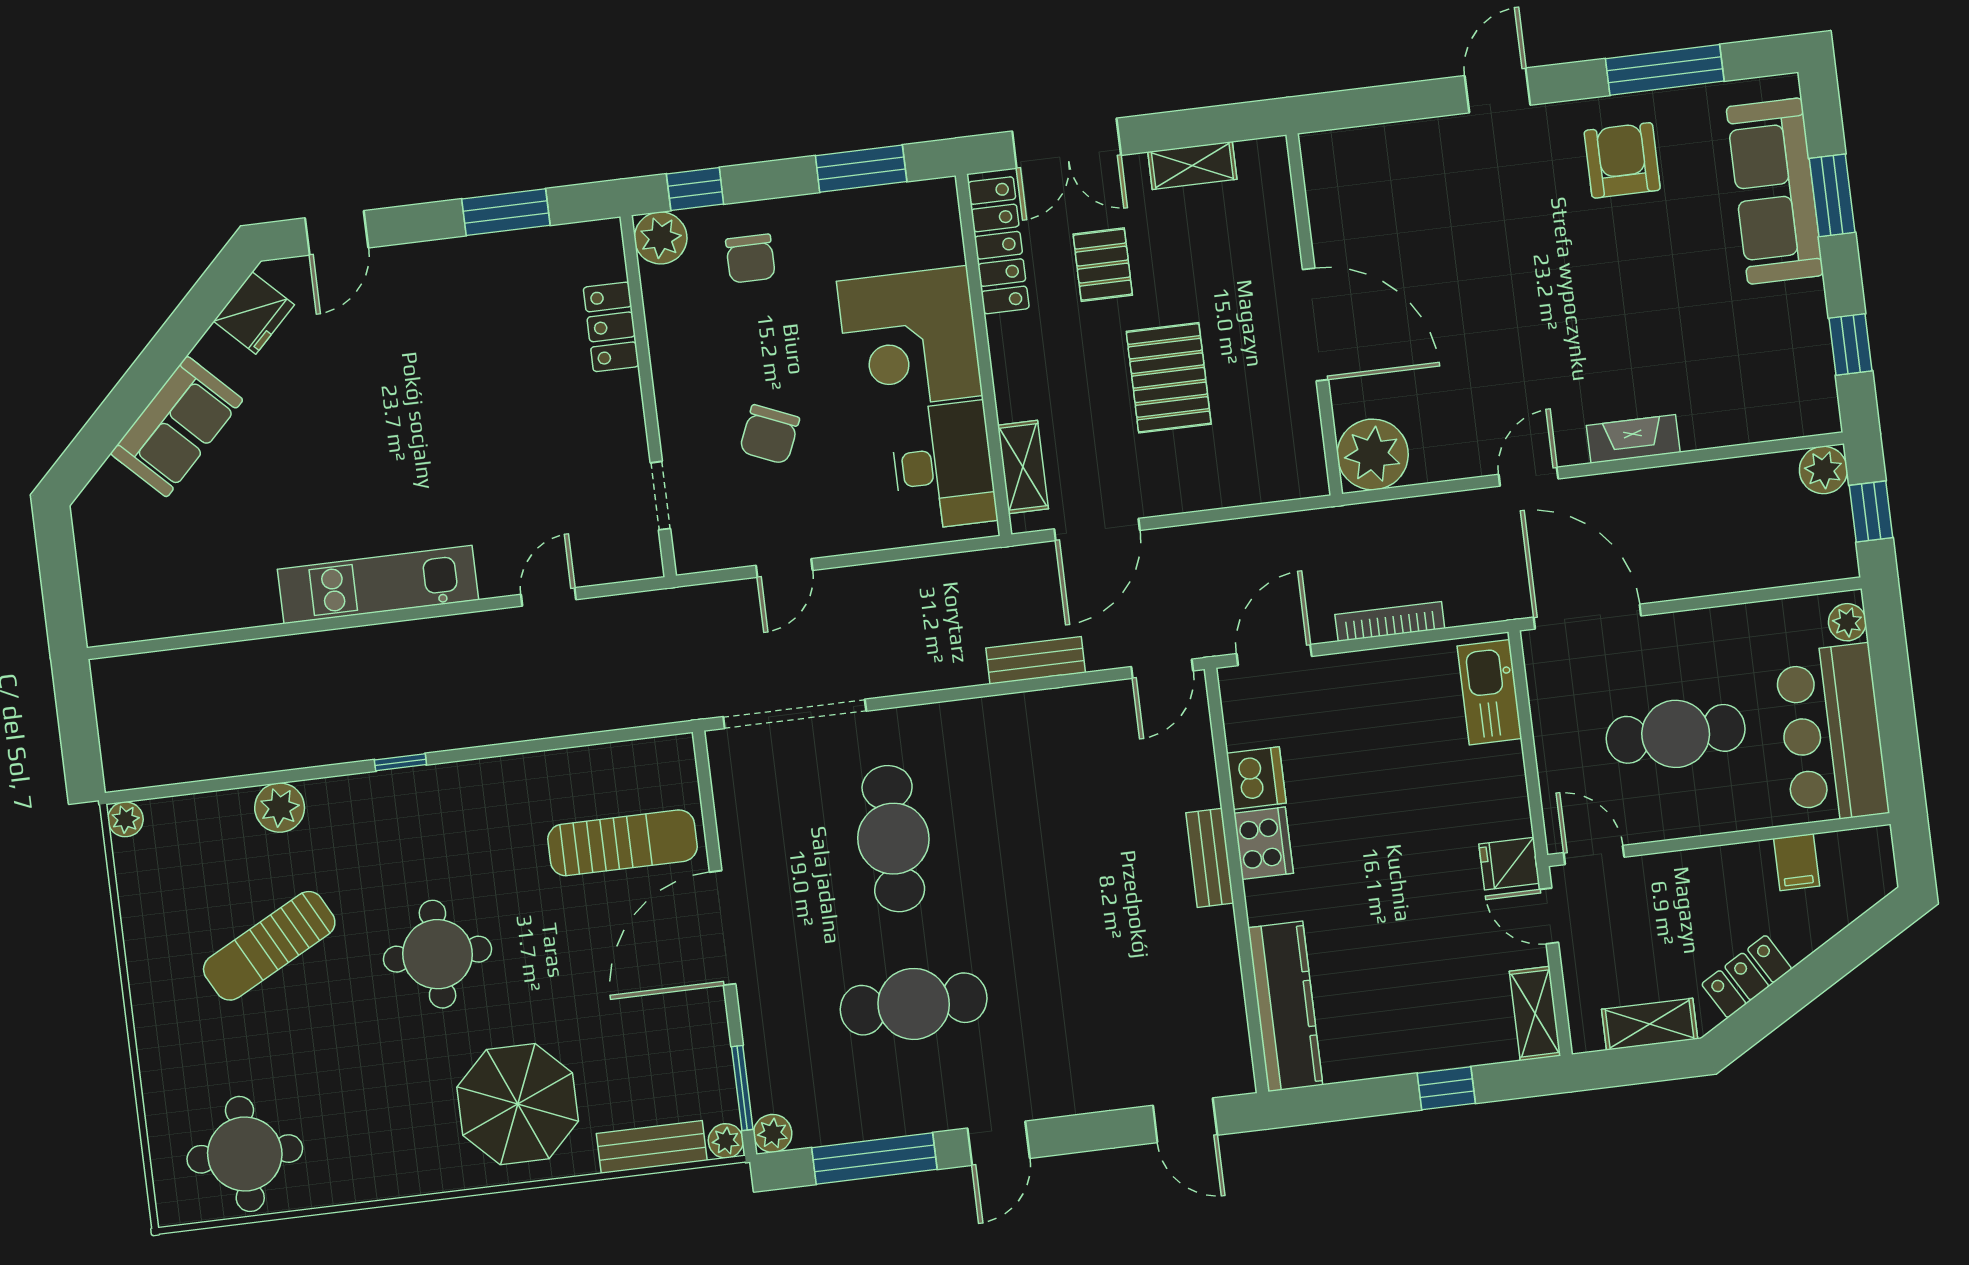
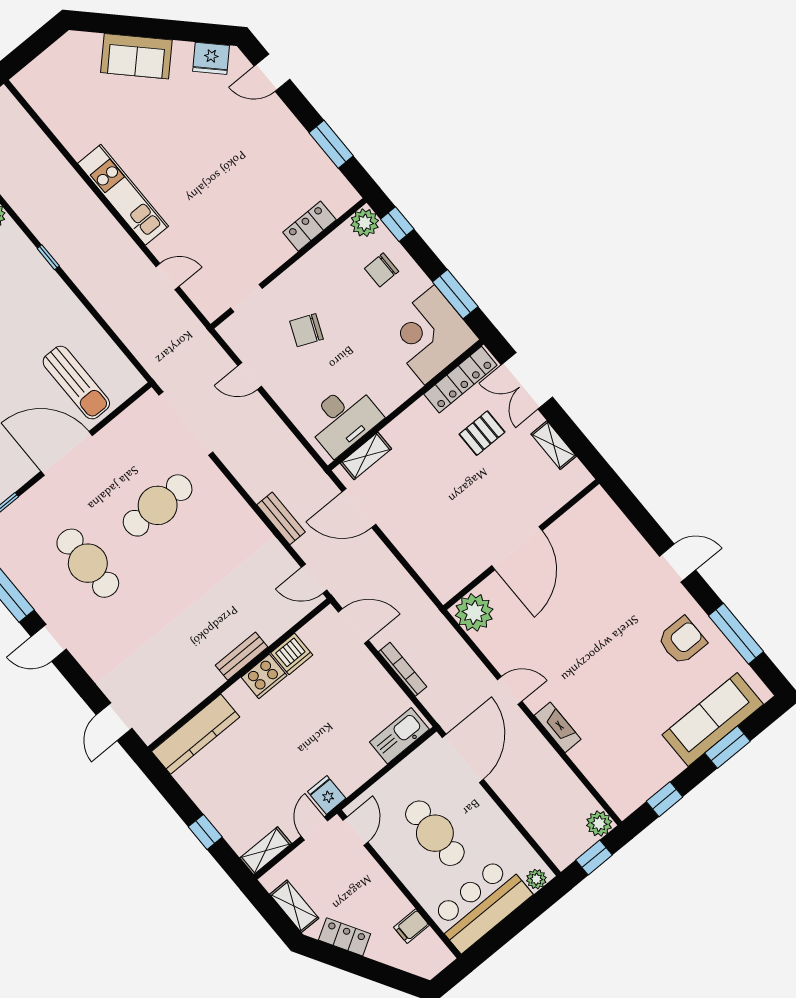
corner desk: (910, 338) -> (430, 335), moved
pallet: (1169, 378) -> (449, 497), removed

